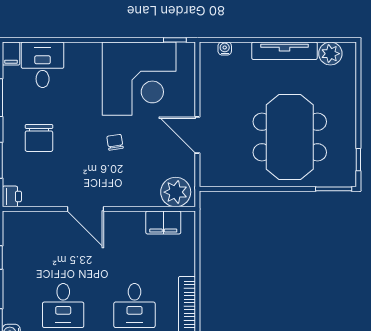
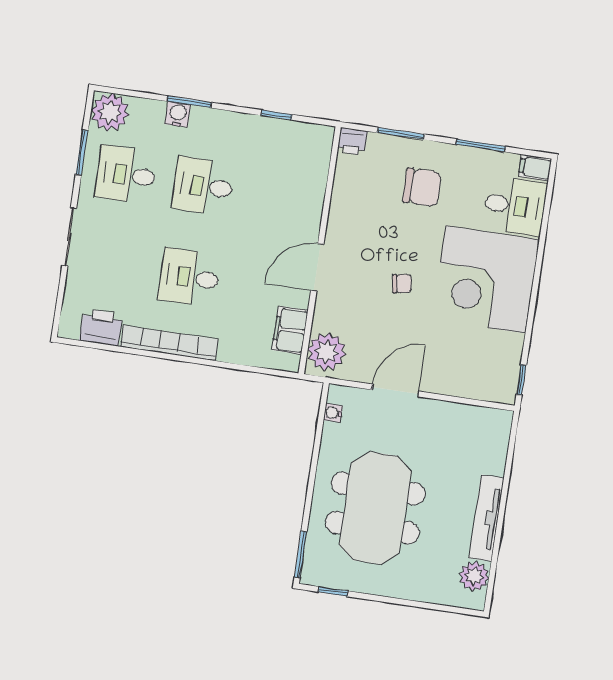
water cooler: (225, 49) -> (333, 413), moved, turned 180
corner desk: (139, 79) -> (486, 279), moved
meeting table: (290, 137) -> (375, 508), turned 90
chair: (39, 138) -> (422, 187), turned 180
door: (86, 209) -> (317, 267), moved

